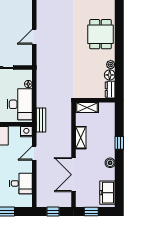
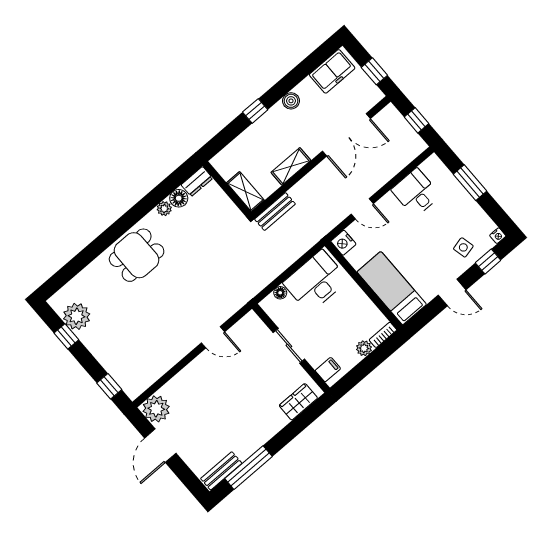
bench: (41, 120) -> (275, 212), moved

